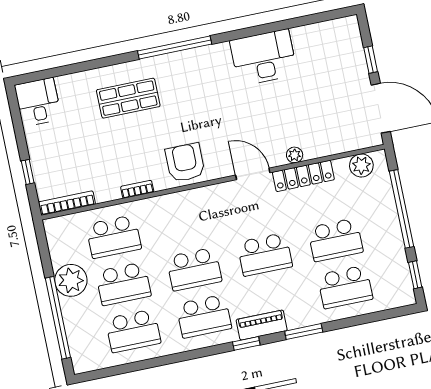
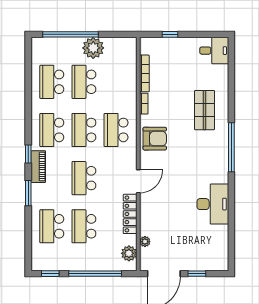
plant: (295, 155) -> (145, 242), moved
bookcase: (67, 203) -> (144, 73), moved
school desk: (114, 237) -> (116, 130), moved

